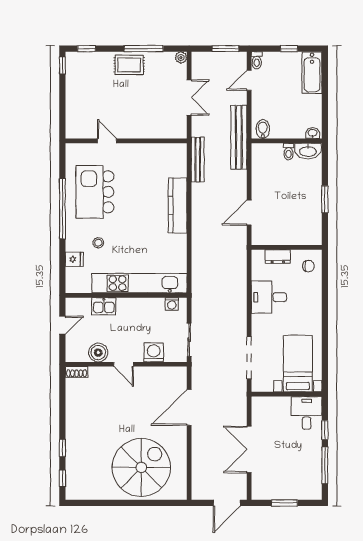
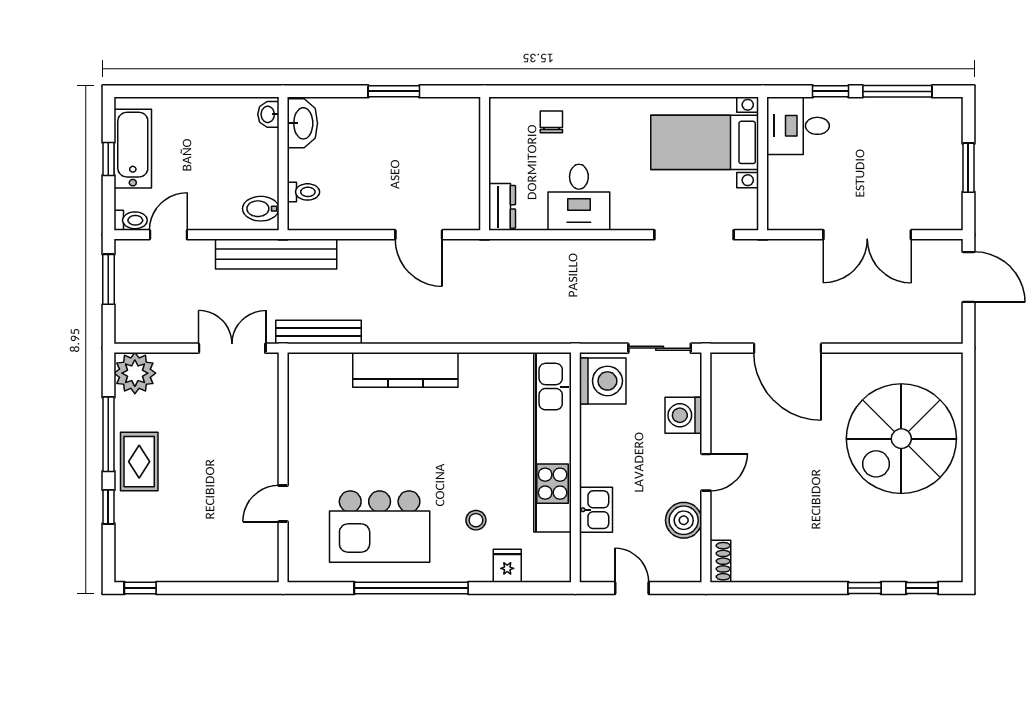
window: (87, 49) -> (108, 507), moved
plant: (181, 57) -> (135, 373), width x1.88, depth x1.88
bathtub: (312, 73) -> (133, 149), moved, turned -90
door: (249, 80) -> (168, 235), swing flipped
double door: (189, 98) -> (232, 348), moved
toilet: (288, 152) -> (303, 192), moved
dresser: (278, 257) -> (502, 207), moved
chair: (308, 266) -> (551, 122), moved
washing machine: (172, 304) -> (603, 381), width x1.89, depth x1.89
spiral stairs: (141, 467) -> (901, 439), turned -90

